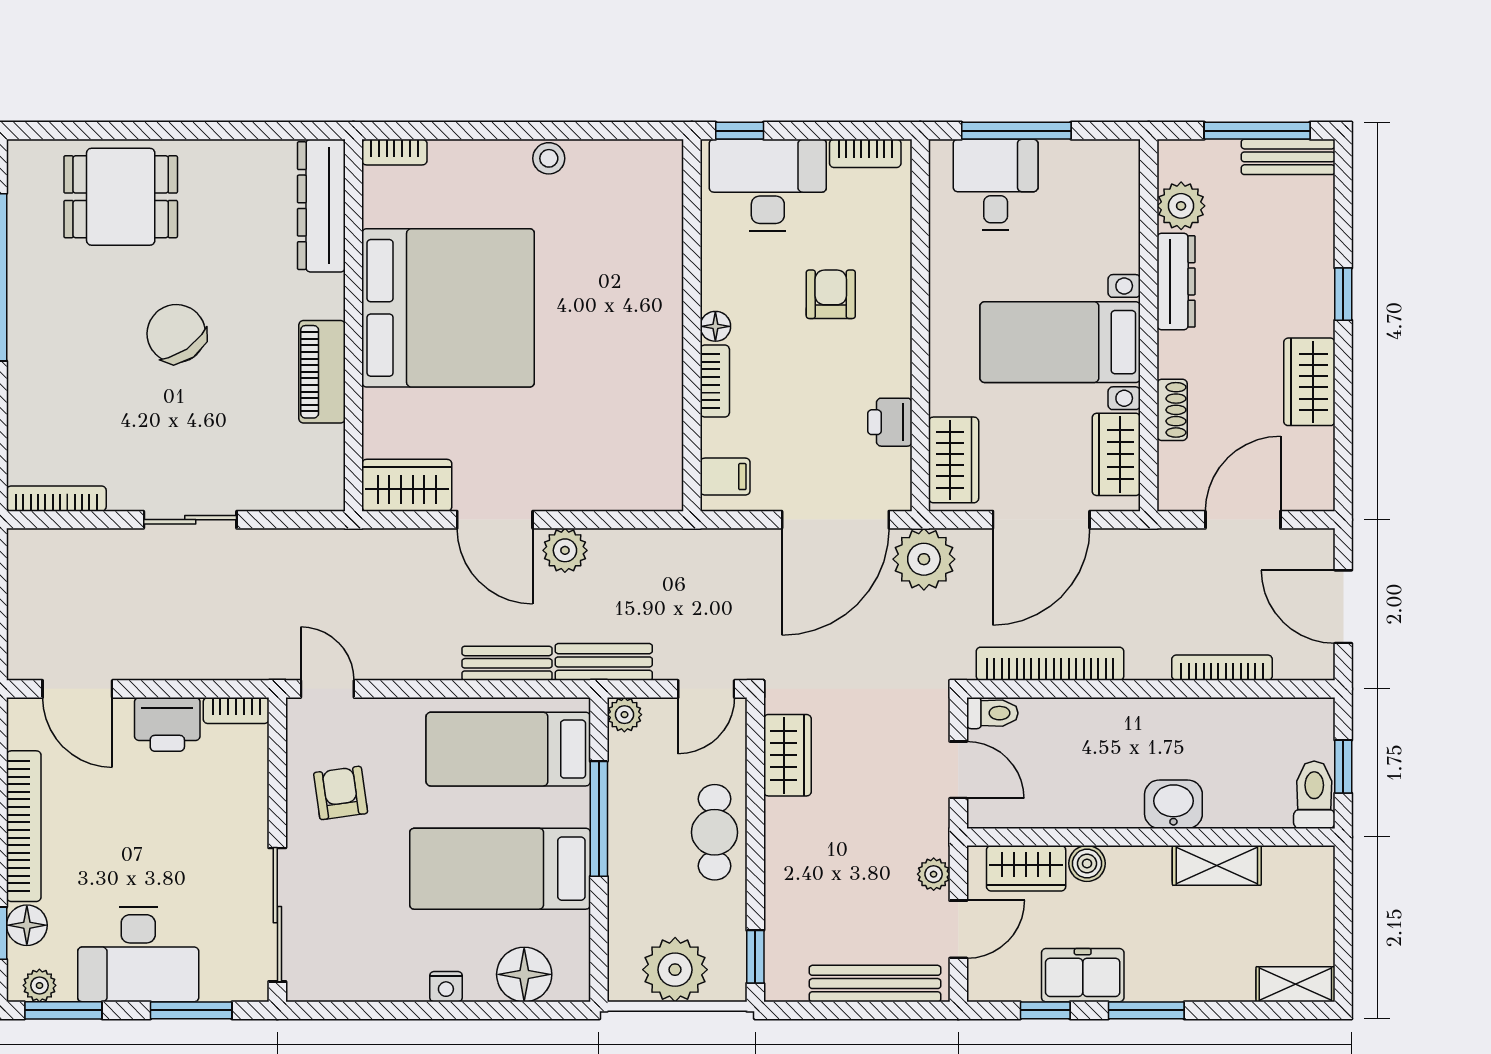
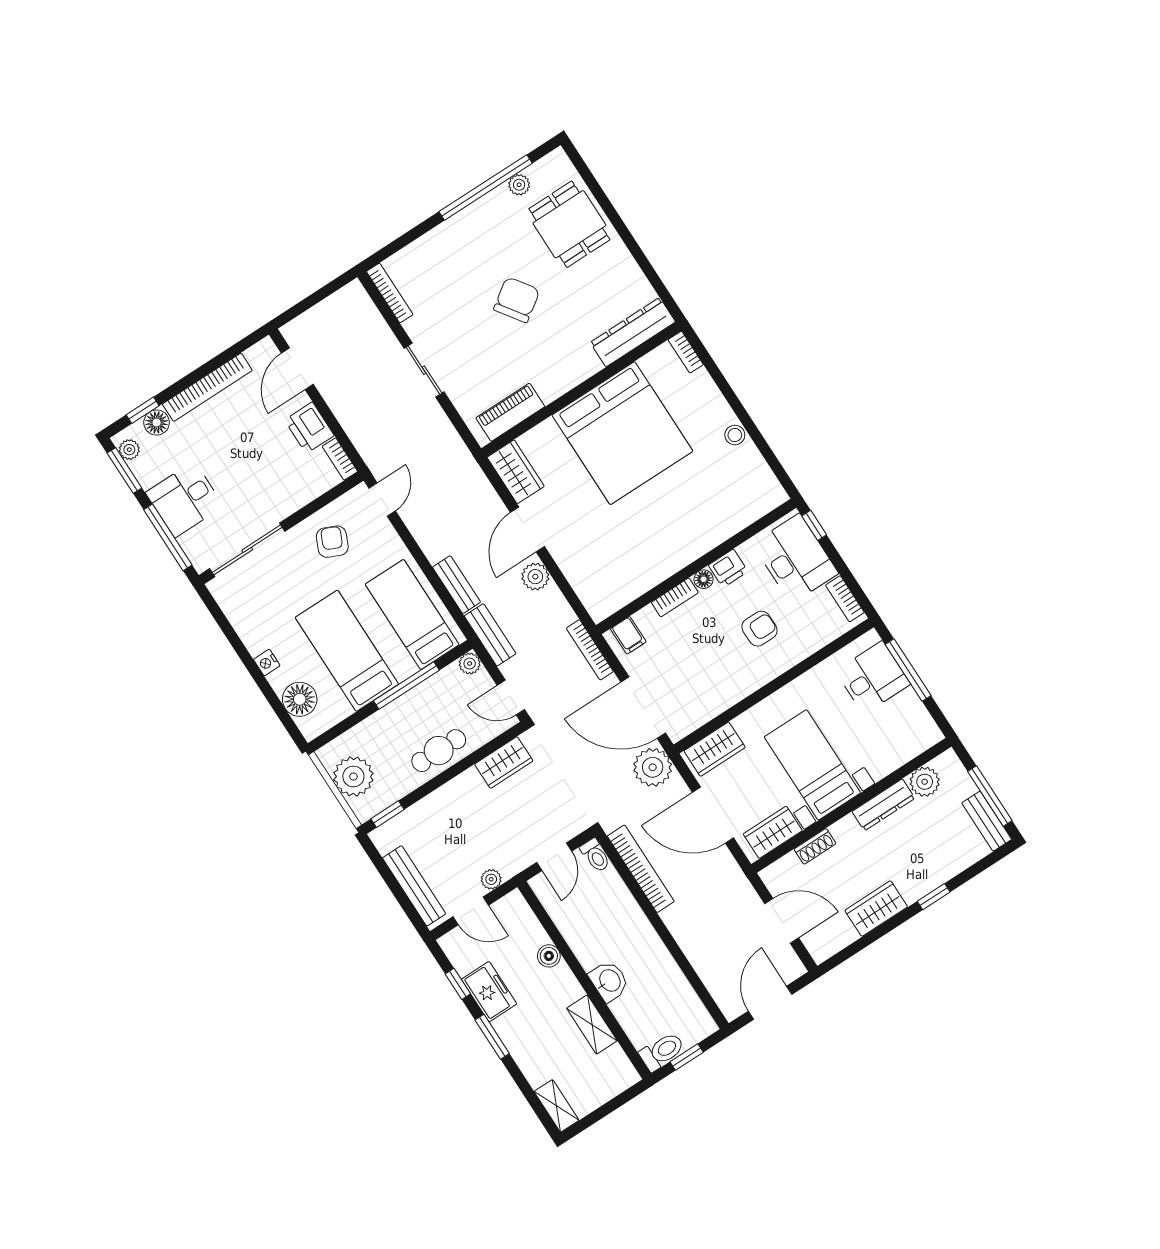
plant: (24, 230) -> (519, 185), added
piano: (322, 372) -> (510, 412), moved
printer: (890, 422) -> (728, 568), moved, turned 180
bookcase: (1222, 668) -> (590, 650), moved, turned 180
armchair: (341, 793) -> (332, 542), turned -58
wardrobe: (1026, 868) -> (526, 926), removed
desk: (138, 954) -> (185, 499), width x0.73
window: (191, 1010) -> (168, 537), width x1.44

